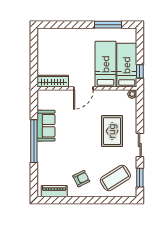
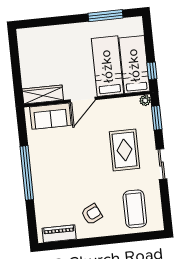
sofa: (46, 126) -> (50, 116), moved, turned 90
coffee table: (115, 178) -> (135, 209), turned -58
window: (140, 178) -> (157, 118), moved

